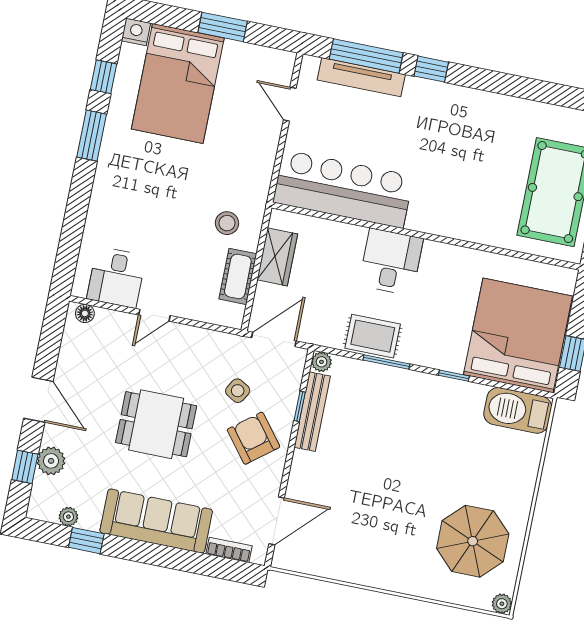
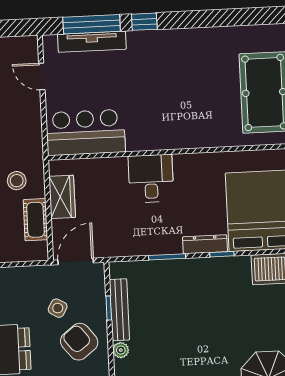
bar counter: (343, 189) -> (86, 132), width x0.73
rug: (373, 336) -> (151, 239), removed
dresser: (436, 358) -> (205, 244), added
plant: (322, 362) -> (121, 350), moved

